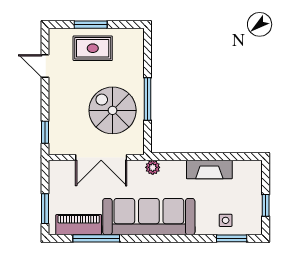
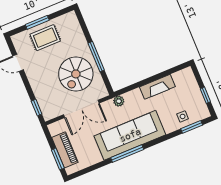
spiral stairs: (113, 110) -> (76, 74), turned -90
piano: (79, 225) -> (65, 150), moved, turned 90
window: (96, 238) -> (127, 154), moved

